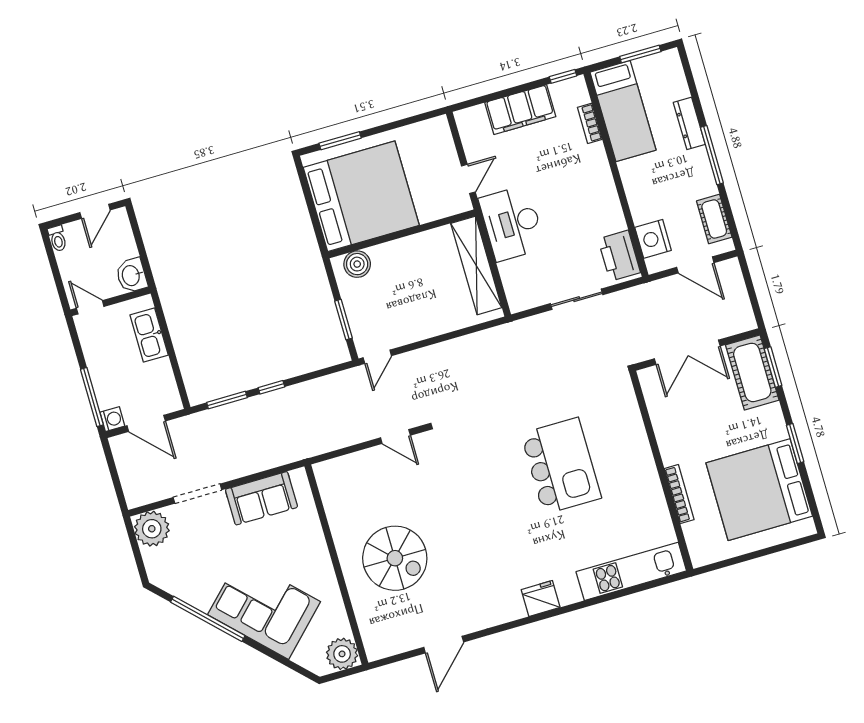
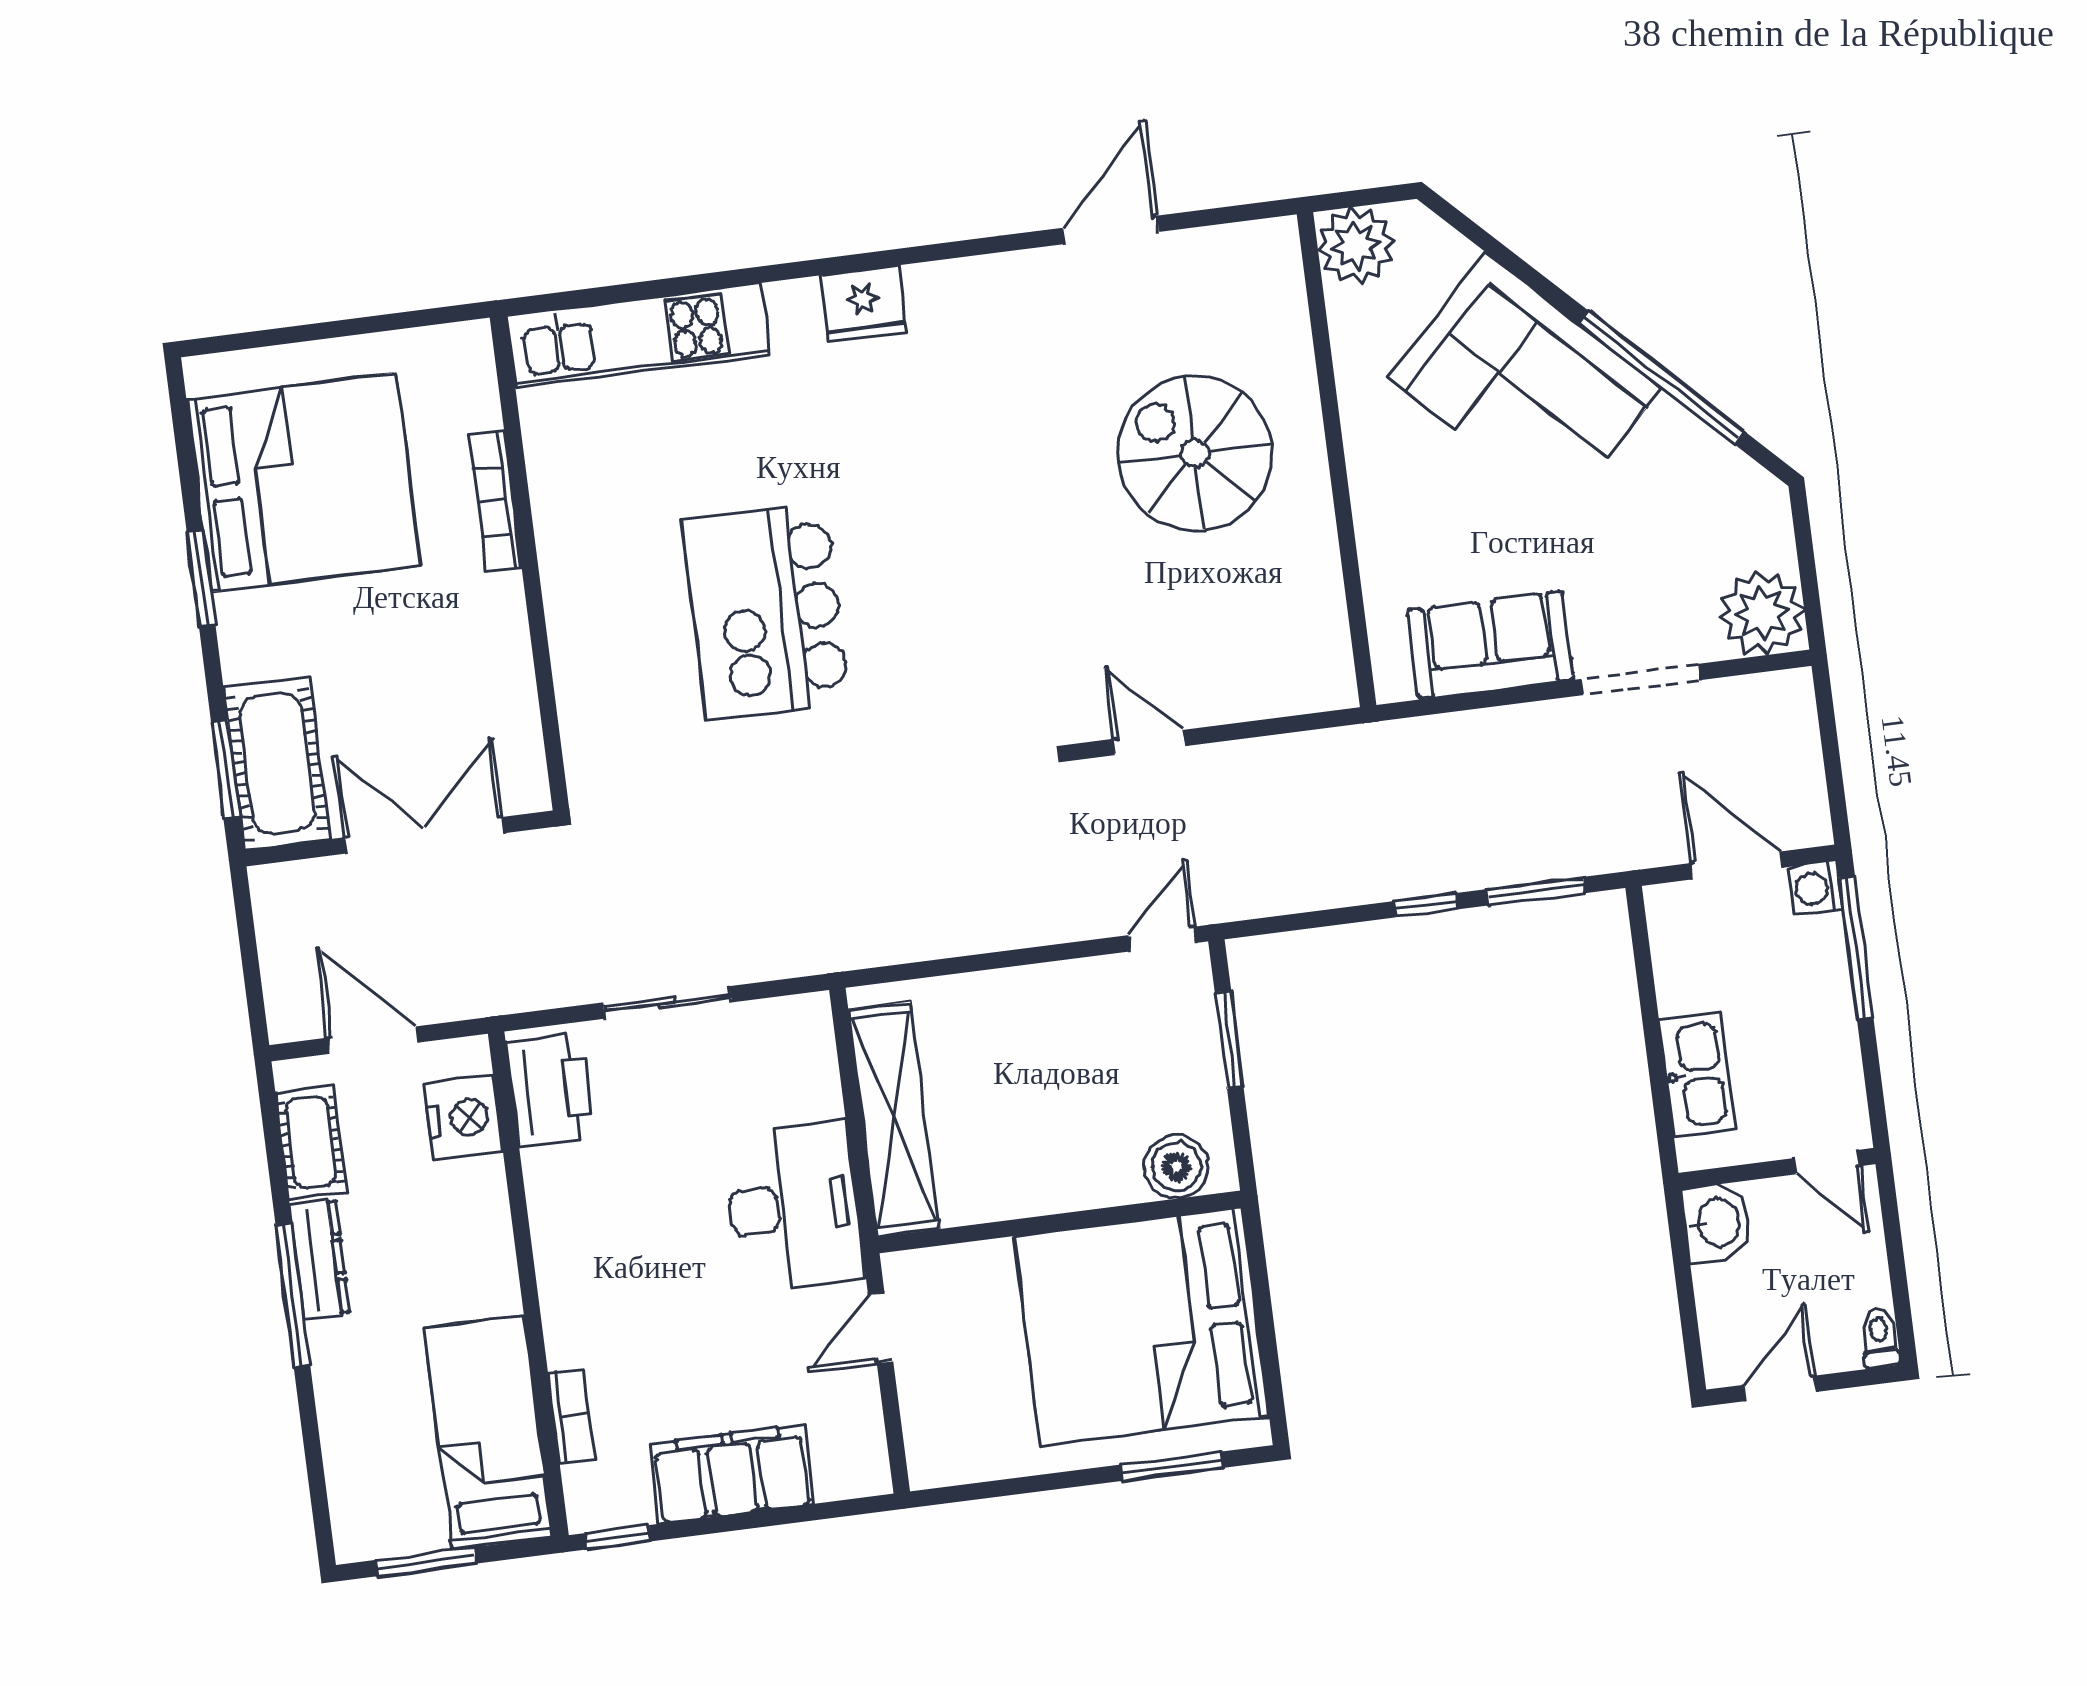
dresser: (689, 123) -> (320, 1259), moved

